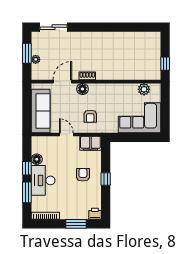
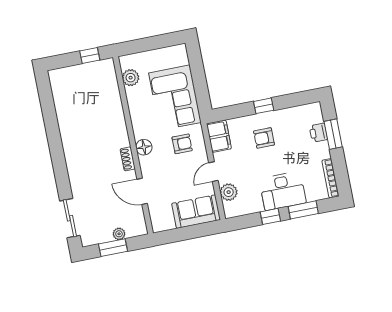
floor lamp: (82, 89) -> (144, 147), moved
sofa: (41, 111) -> (196, 212), width x0.73
corner sofa: (140, 118) -> (175, 98), moved
plant: (50, 142) -> (229, 192), added
floor lamp: (37, 159) -> (255, 205), removed
printer: (95, 214) -> (318, 133), moved

